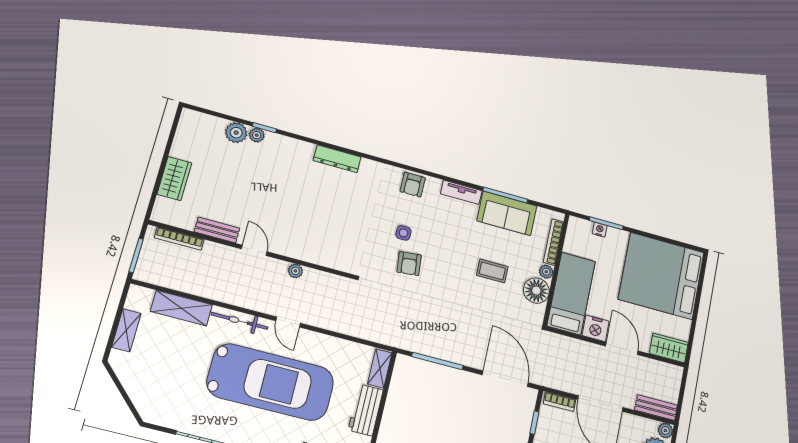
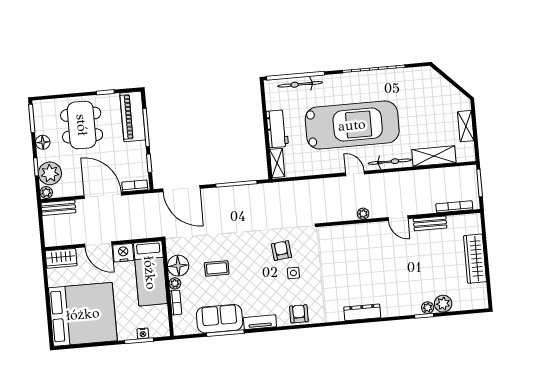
wardrobe: (174, 179) -> (475, 259), width x1.50
bookcase: (553, 242) -> (176, 303), width x0.64
car: (271, 382) -> (352, 125), turned 180

